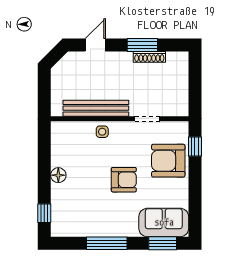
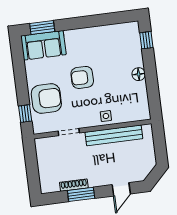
window: (107, 243) -> (90, 21), removed

